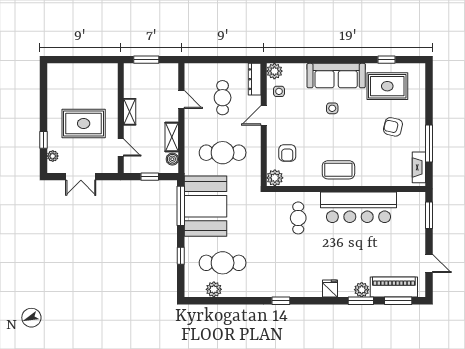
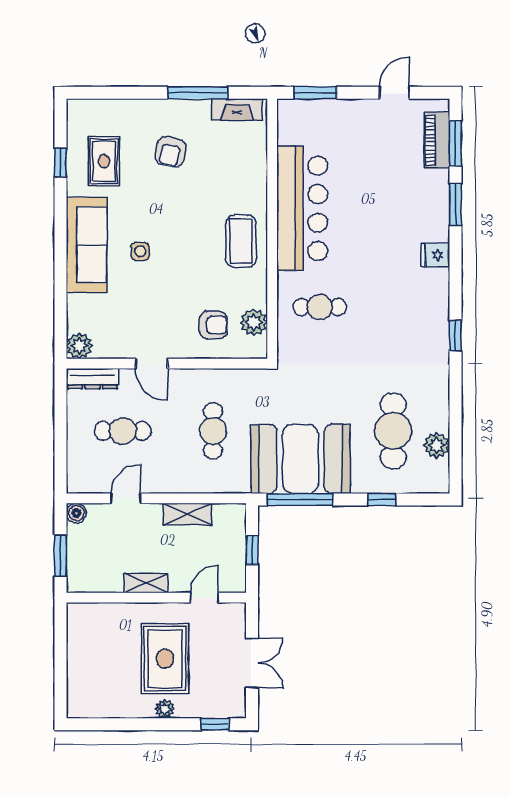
rug: (387, 86) -> (104, 161), width x0.73, depth x0.70
side table: (279, 91) -> (112, 339), removed
window: (43, 140) -> (215, 724), moved
cafe table: (223, 153) -> (213, 431), width x0.73, depth x0.74
plant: (53, 156) -> (165, 709), moved
boiler: (172, 159) -> (76, 513), moved
plant: (275, 178) -> (254, 322), moved
piano: (394, 287) -> (437, 140), width x0.73, depth x0.75
plant: (362, 290) -> (437, 203), removed

